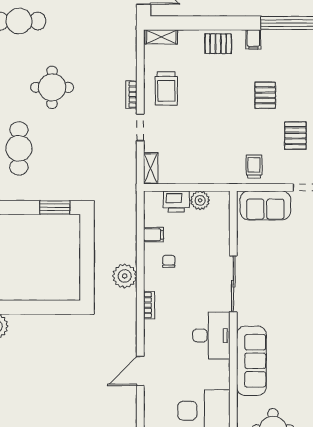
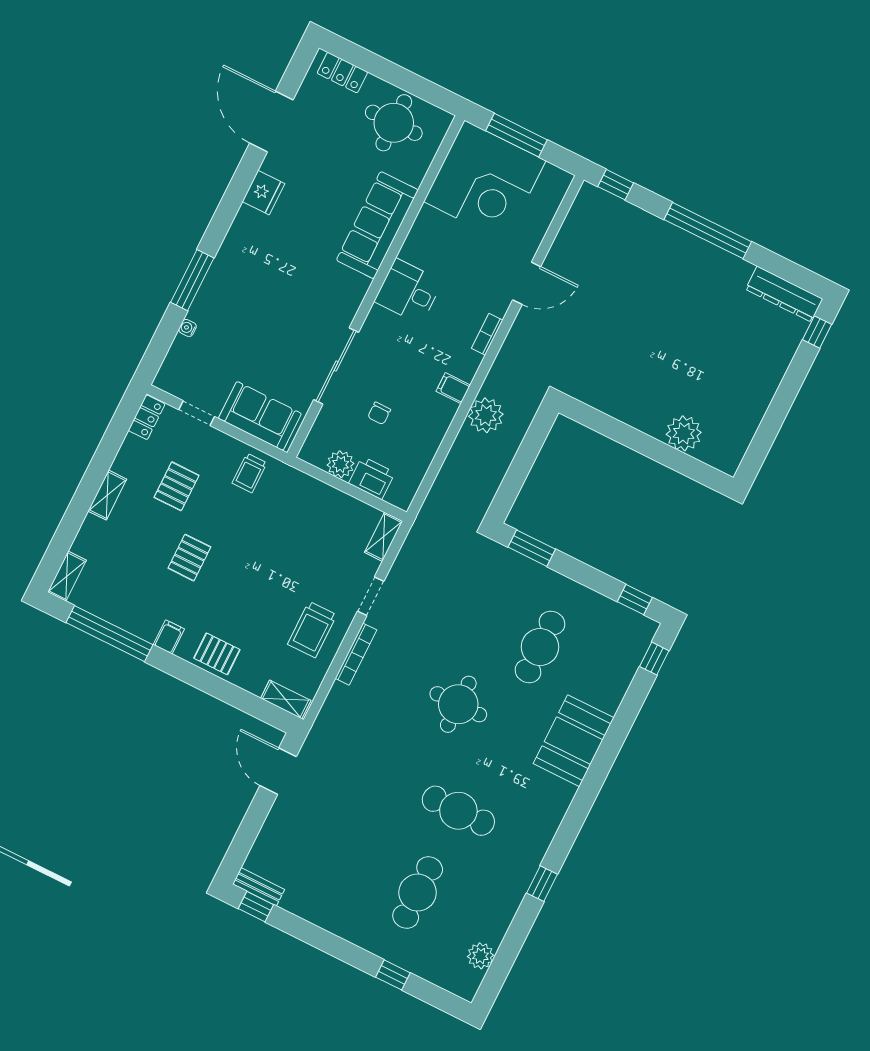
trolley: (166, 88) -> (312, 630), turned 180
bookcase: (131, 95) -> (356, 654), width x1.56
filing cabinet: (153, 235) -> (453, 388), moved
chair: (169, 261) -> (379, 413), moved
sliding door: (233, 284) -> (336, 366), moved
bookcase: (149, 305) -> (487, 334), moved
desk: (211, 336) -> (408, 291), width x0.73

